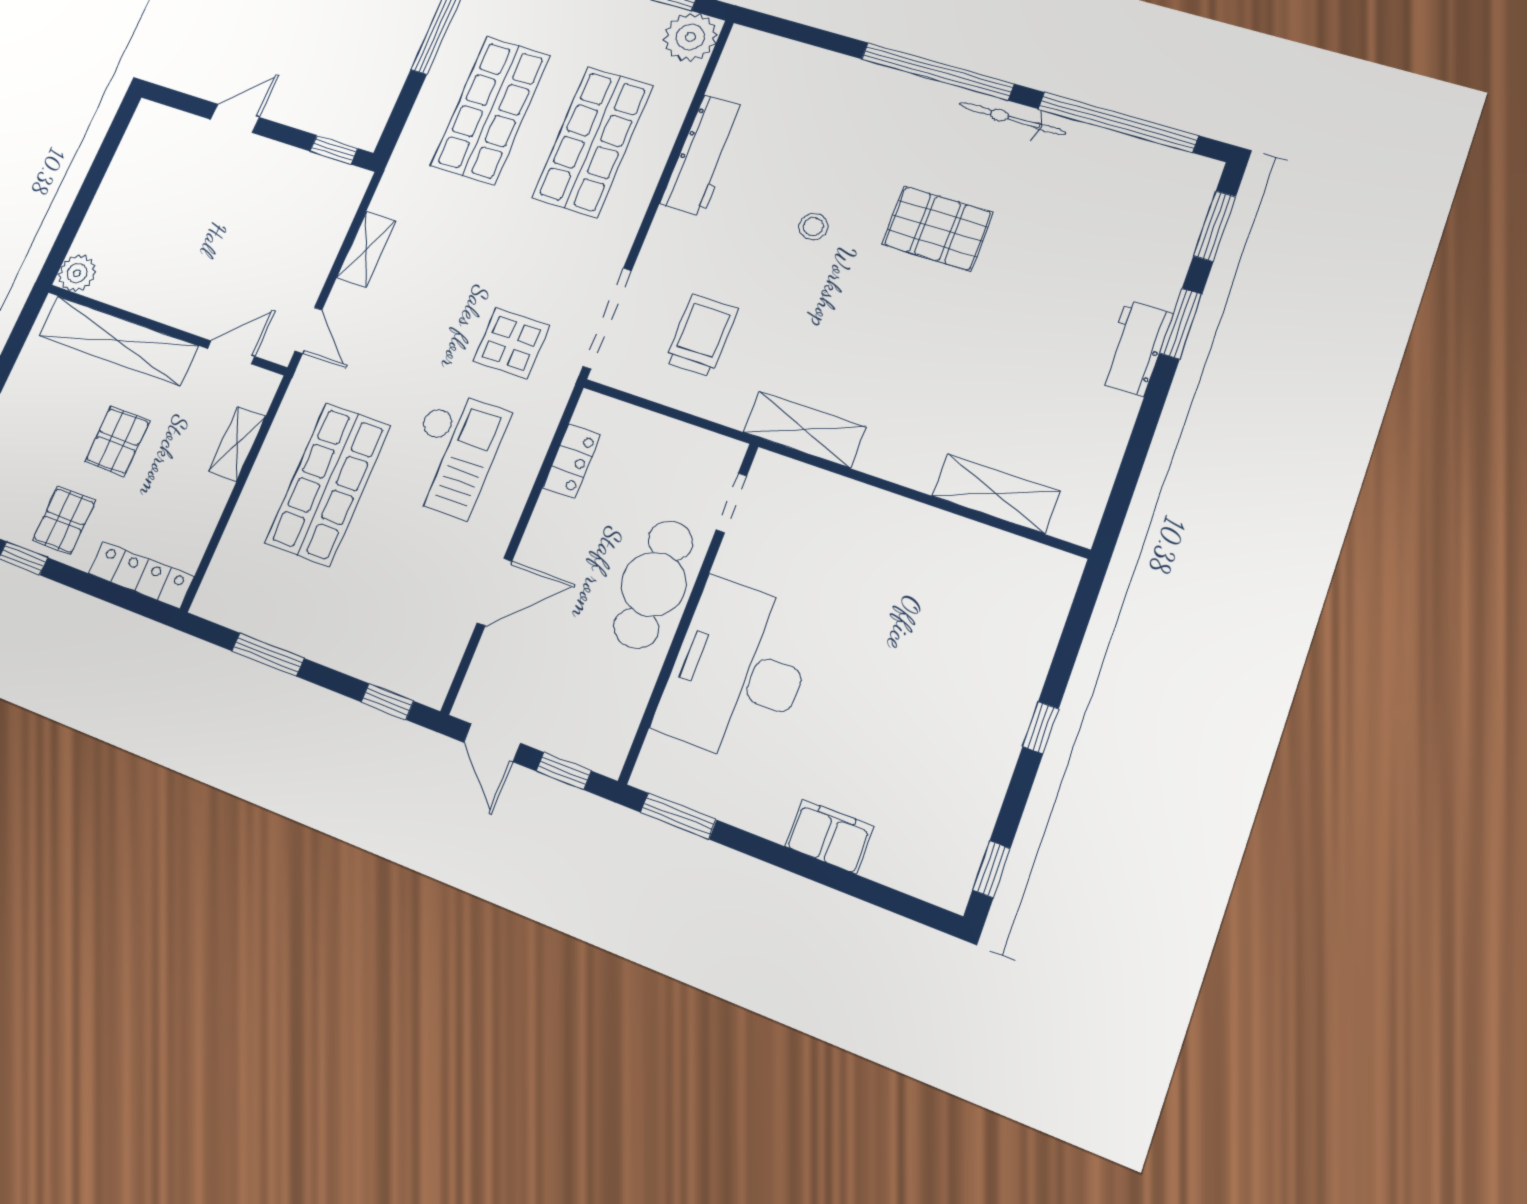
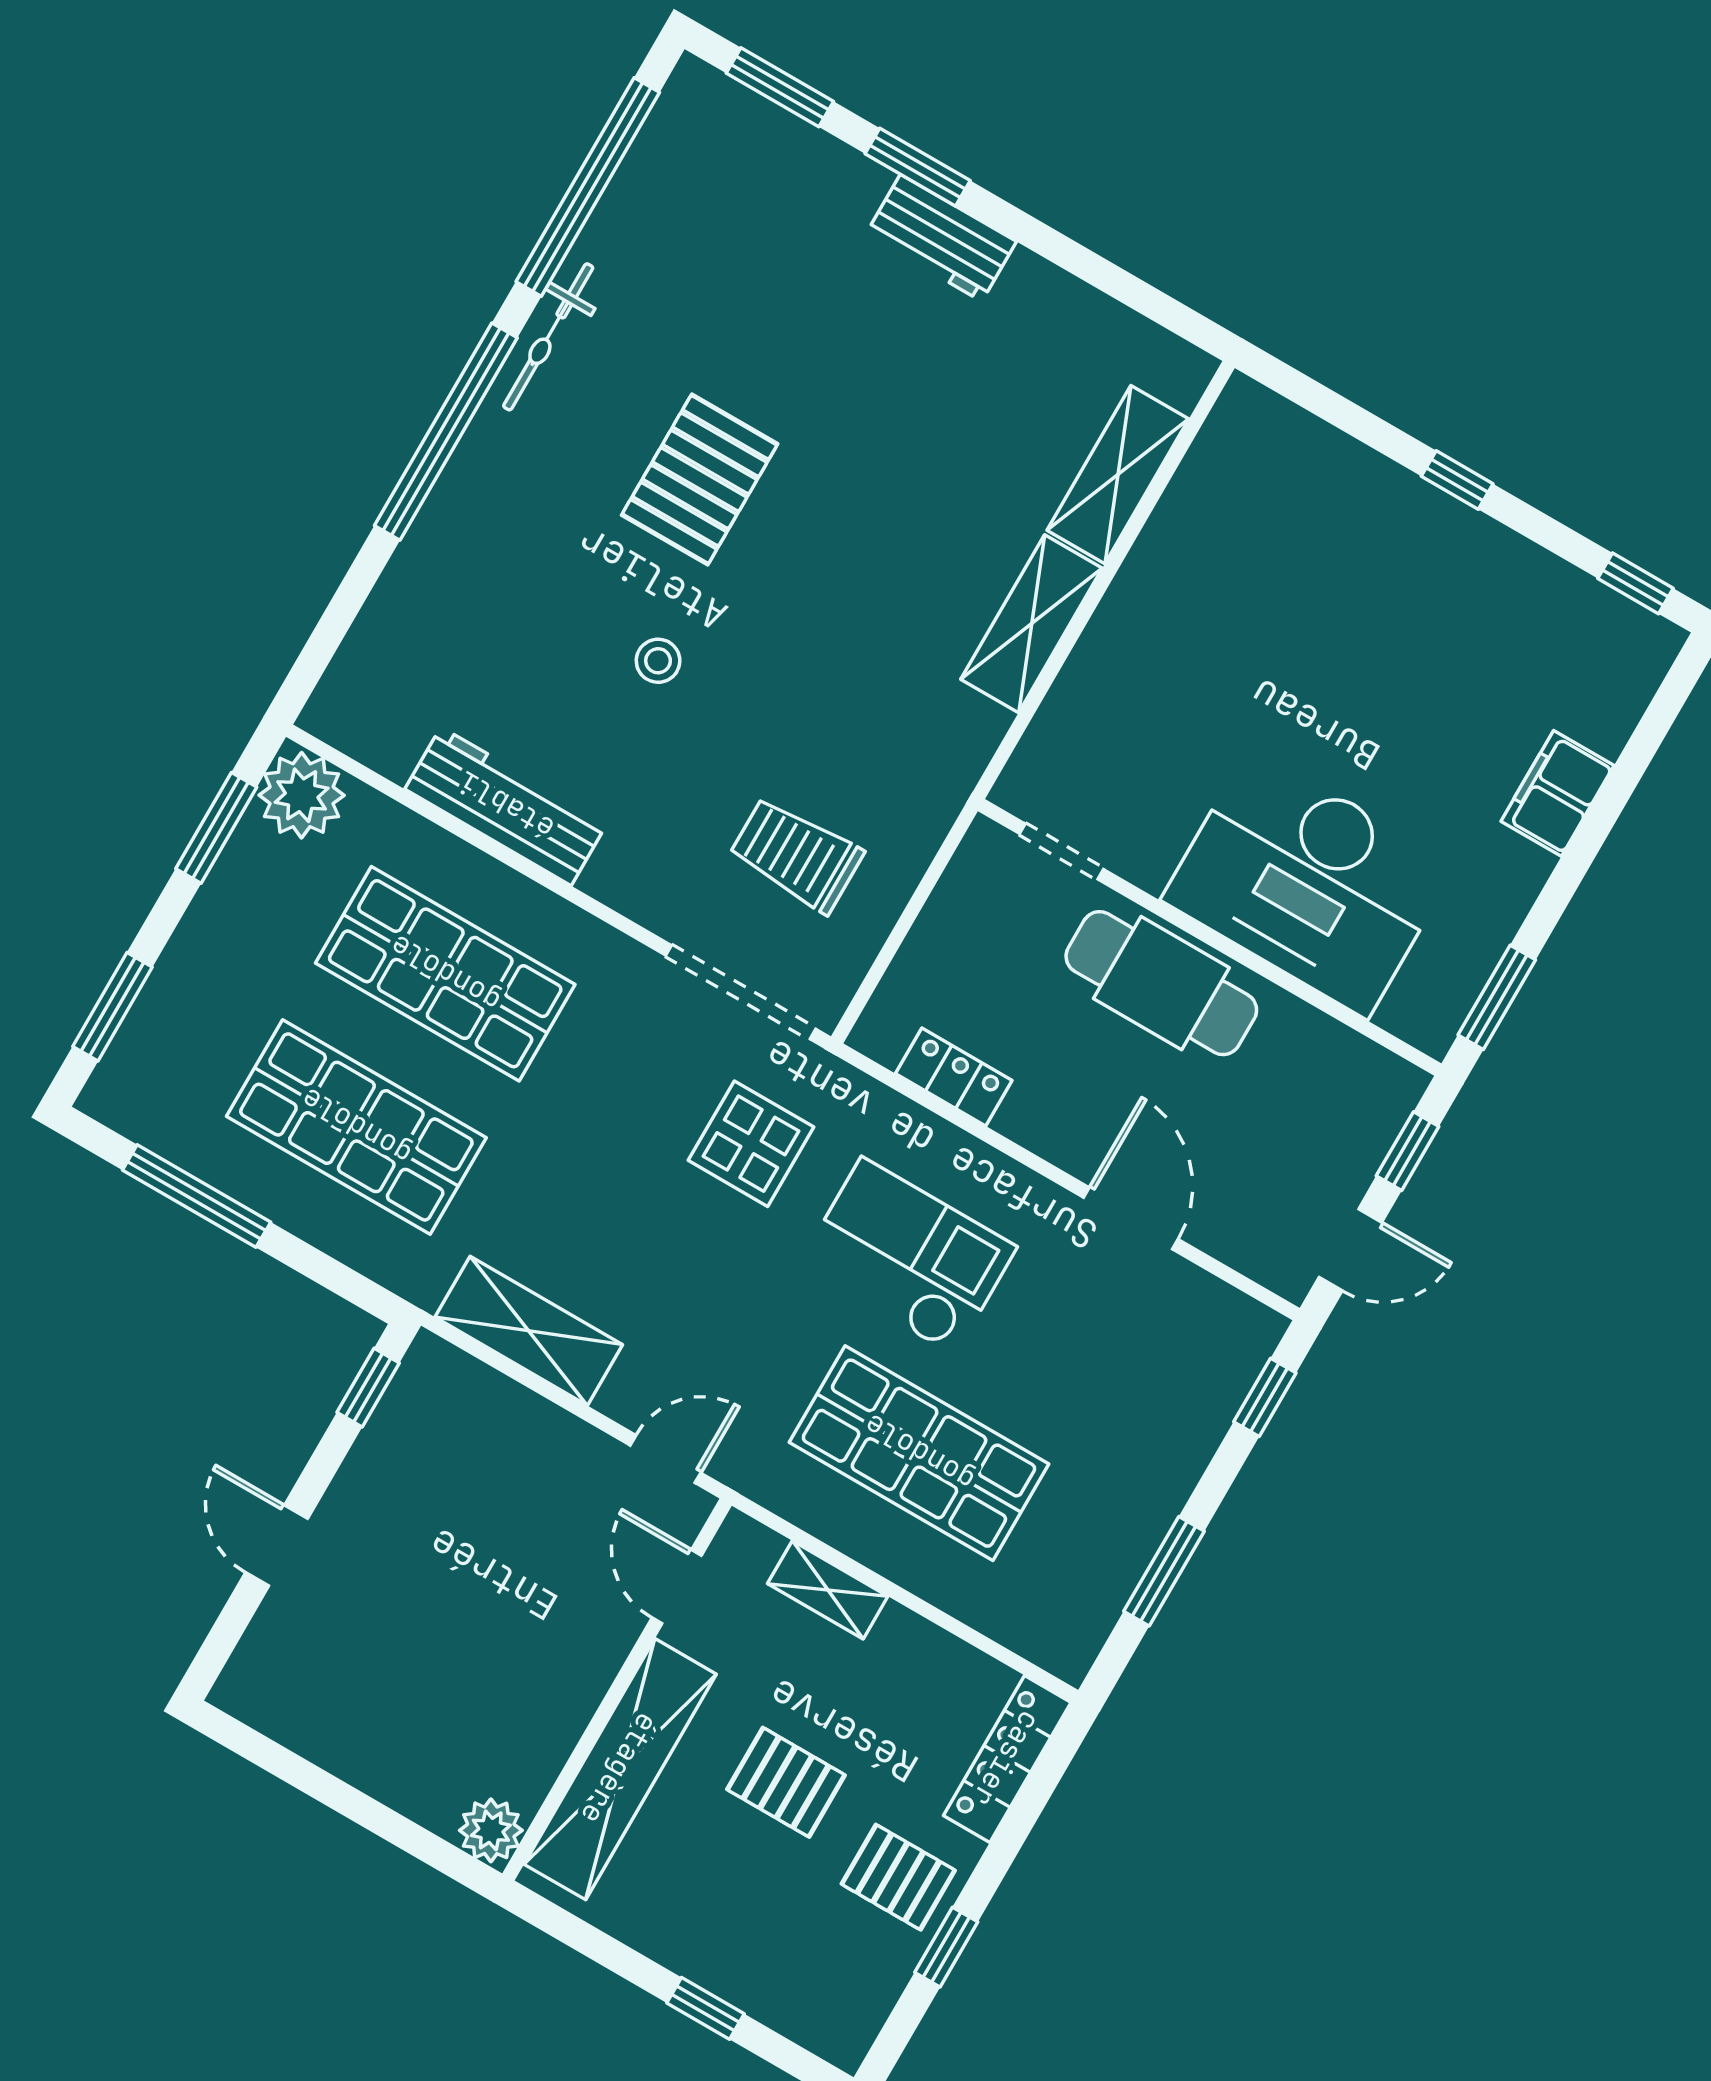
shelving: (366, 249) -> (529, 1331), width x1.50, depth x1.33
shelving: (804, 429) -> (1032, 624), moved

